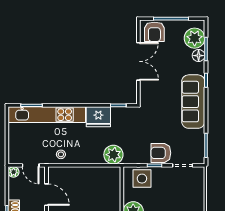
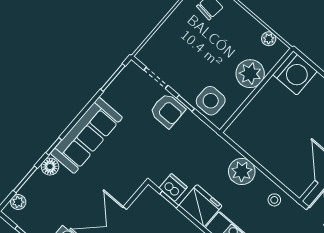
plant: (195, 38) -> (18, 202), width x0.53, depth x0.53
floor lamp: (199, 56) -> (50, 167), moved
dishwasher: (122, 114) -> (173, 188), added
plant: (113, 155) -> (242, 171), moved

